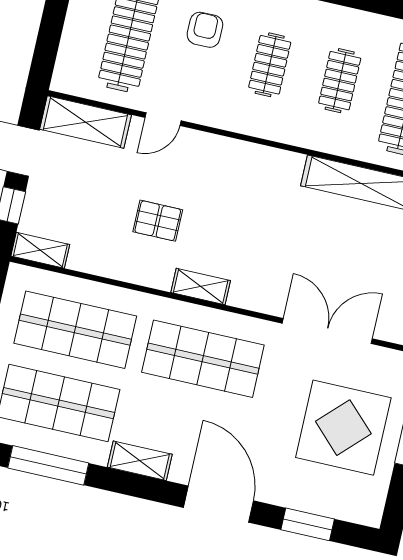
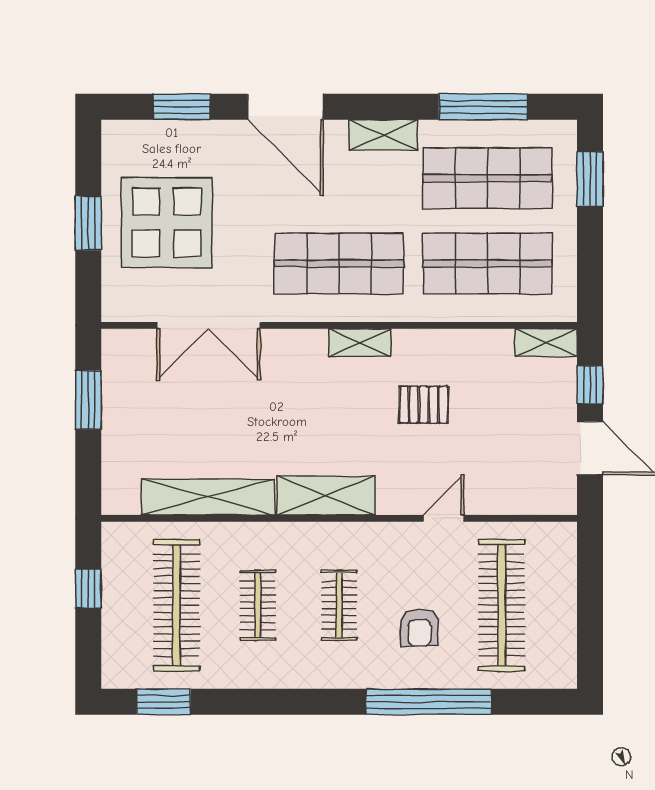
shelving: (86, 122) -> (326, 496), moved

